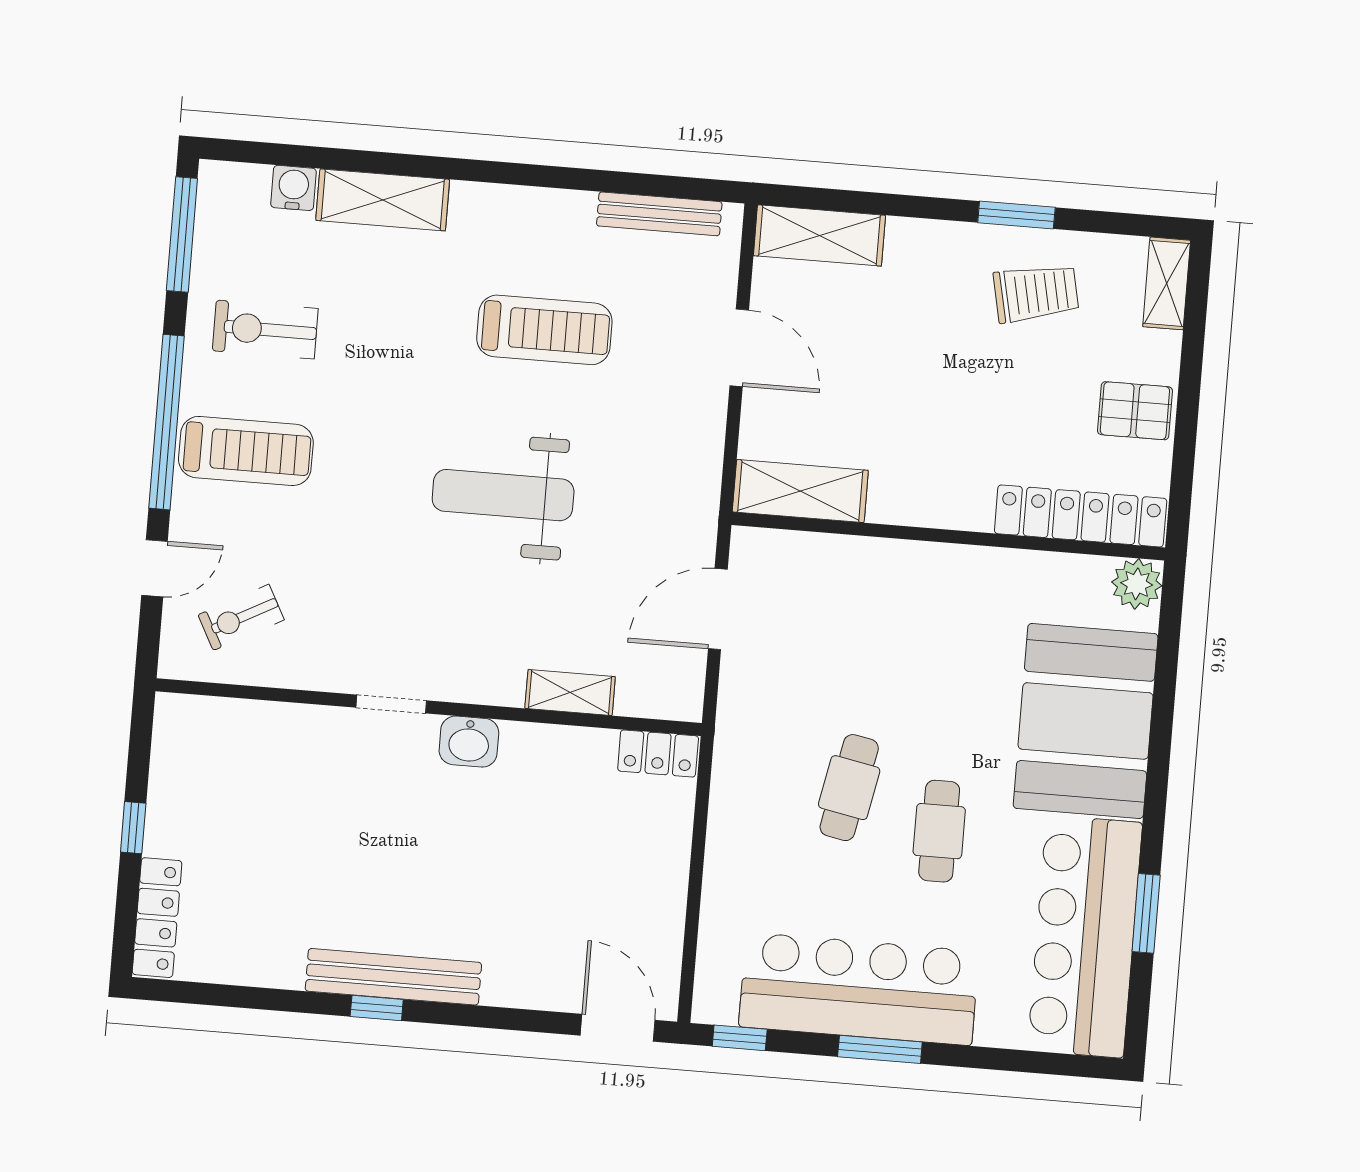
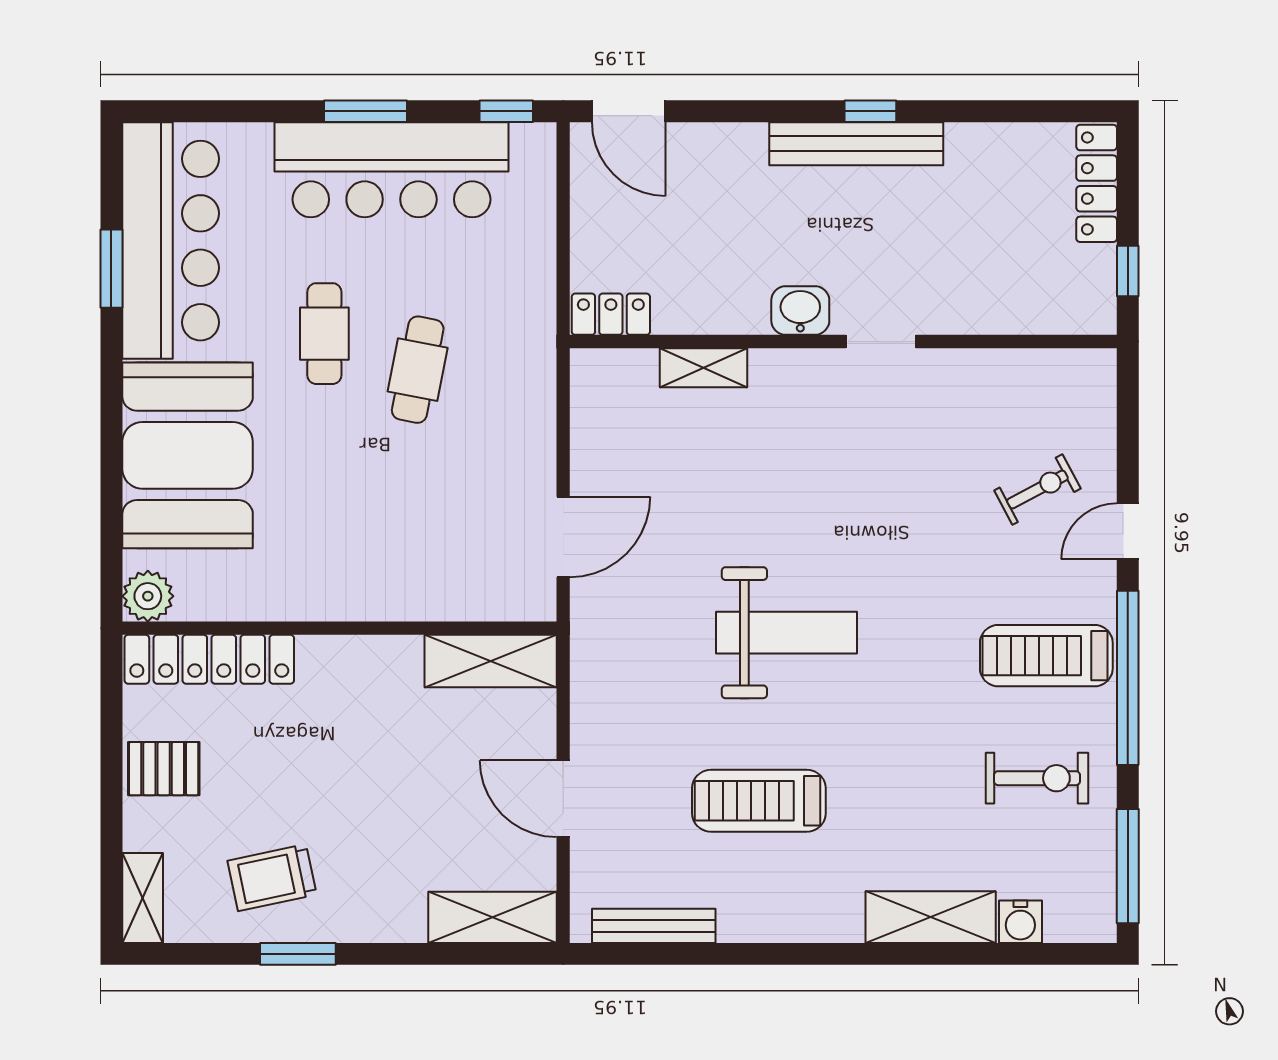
shelving: (570, 693) -> (704, 368), moved
doorway: (391, 704) -> (881, 342), moved
wall: (429, 707) -> (843, 342), moved
washbasin: (469, 742) -> (800, 310), moved
locker: (658, 753) -> (611, 314), moved

